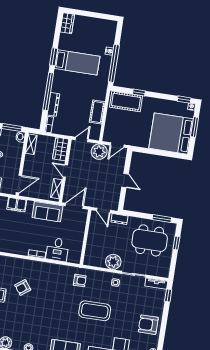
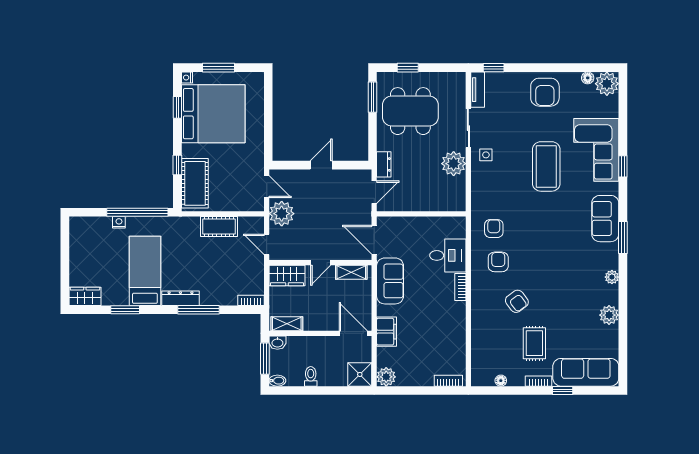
window: (54, 57) -> (125, 310), moved
window: (48, 91) -> (198, 310), width x0.68
window: (184, 100) -> (177, 107), moved
dresser: (53, 104) -> (180, 298), moved
bed: (171, 134) -> (213, 114), moved, turned -90
dining table: (150, 240) -> (410, 111), turned 90
armchair: (49, 280) -> (498, 262), added
armchair: (80, 281) -> (494, 229), moved
coffee table: (95, 311) -> (546, 166), moved

